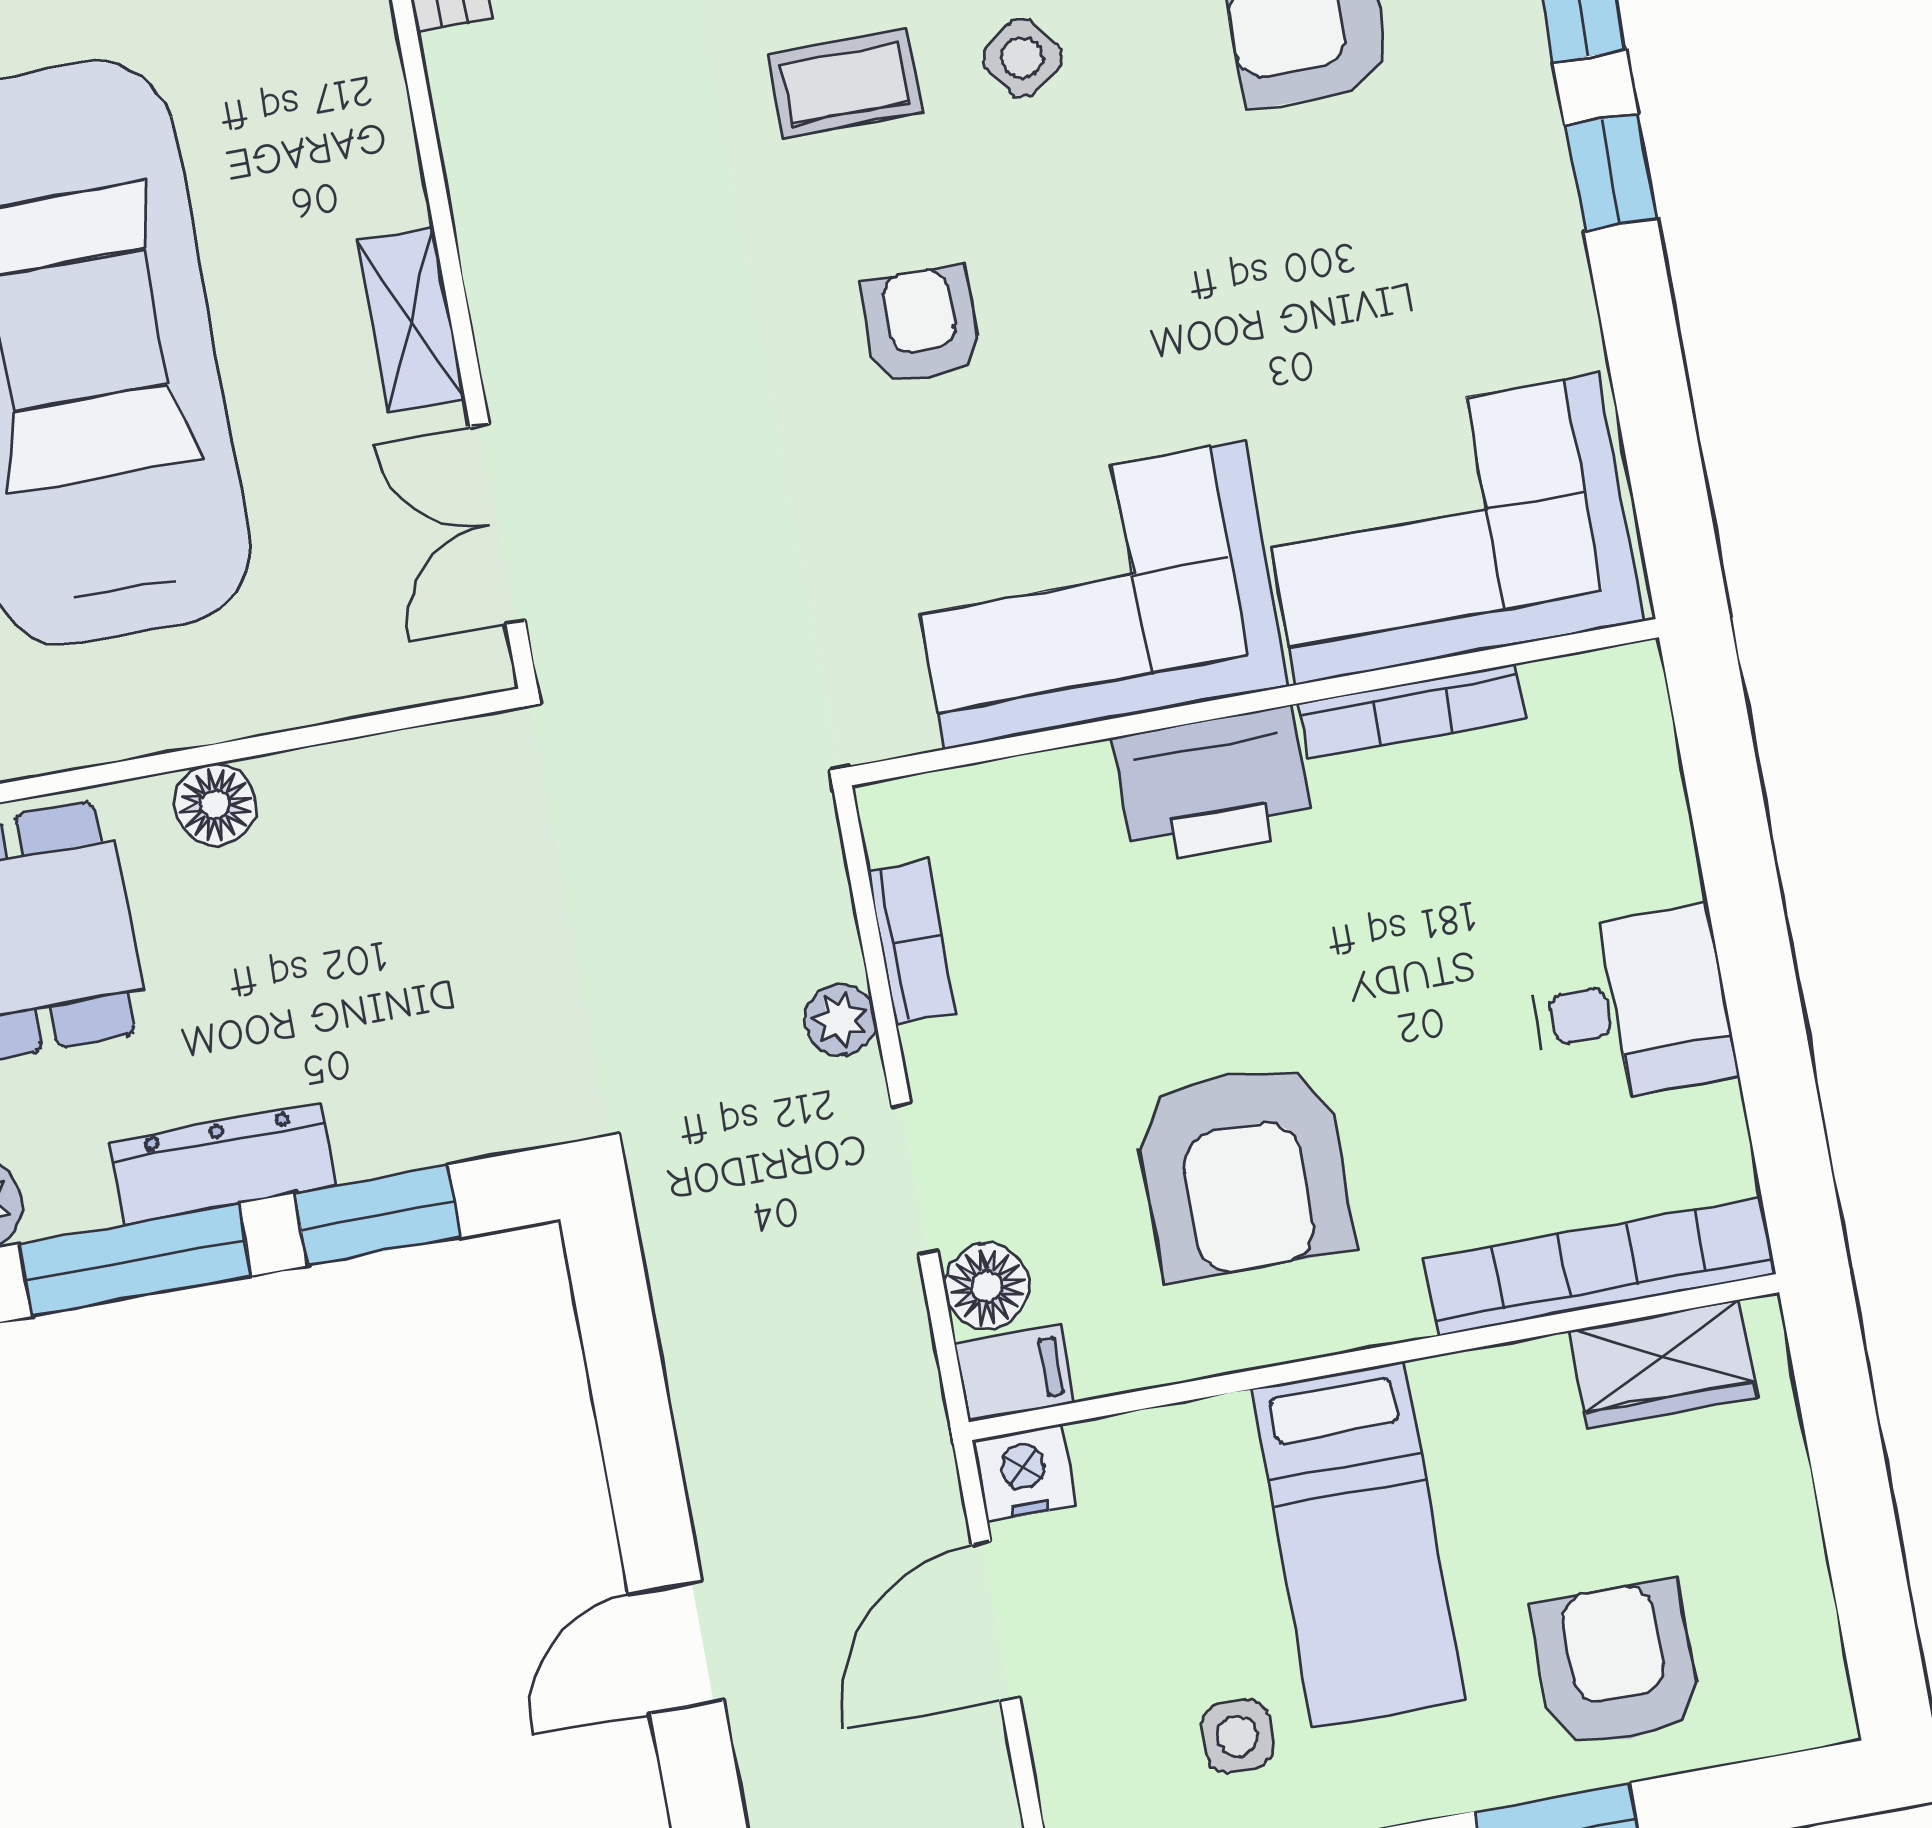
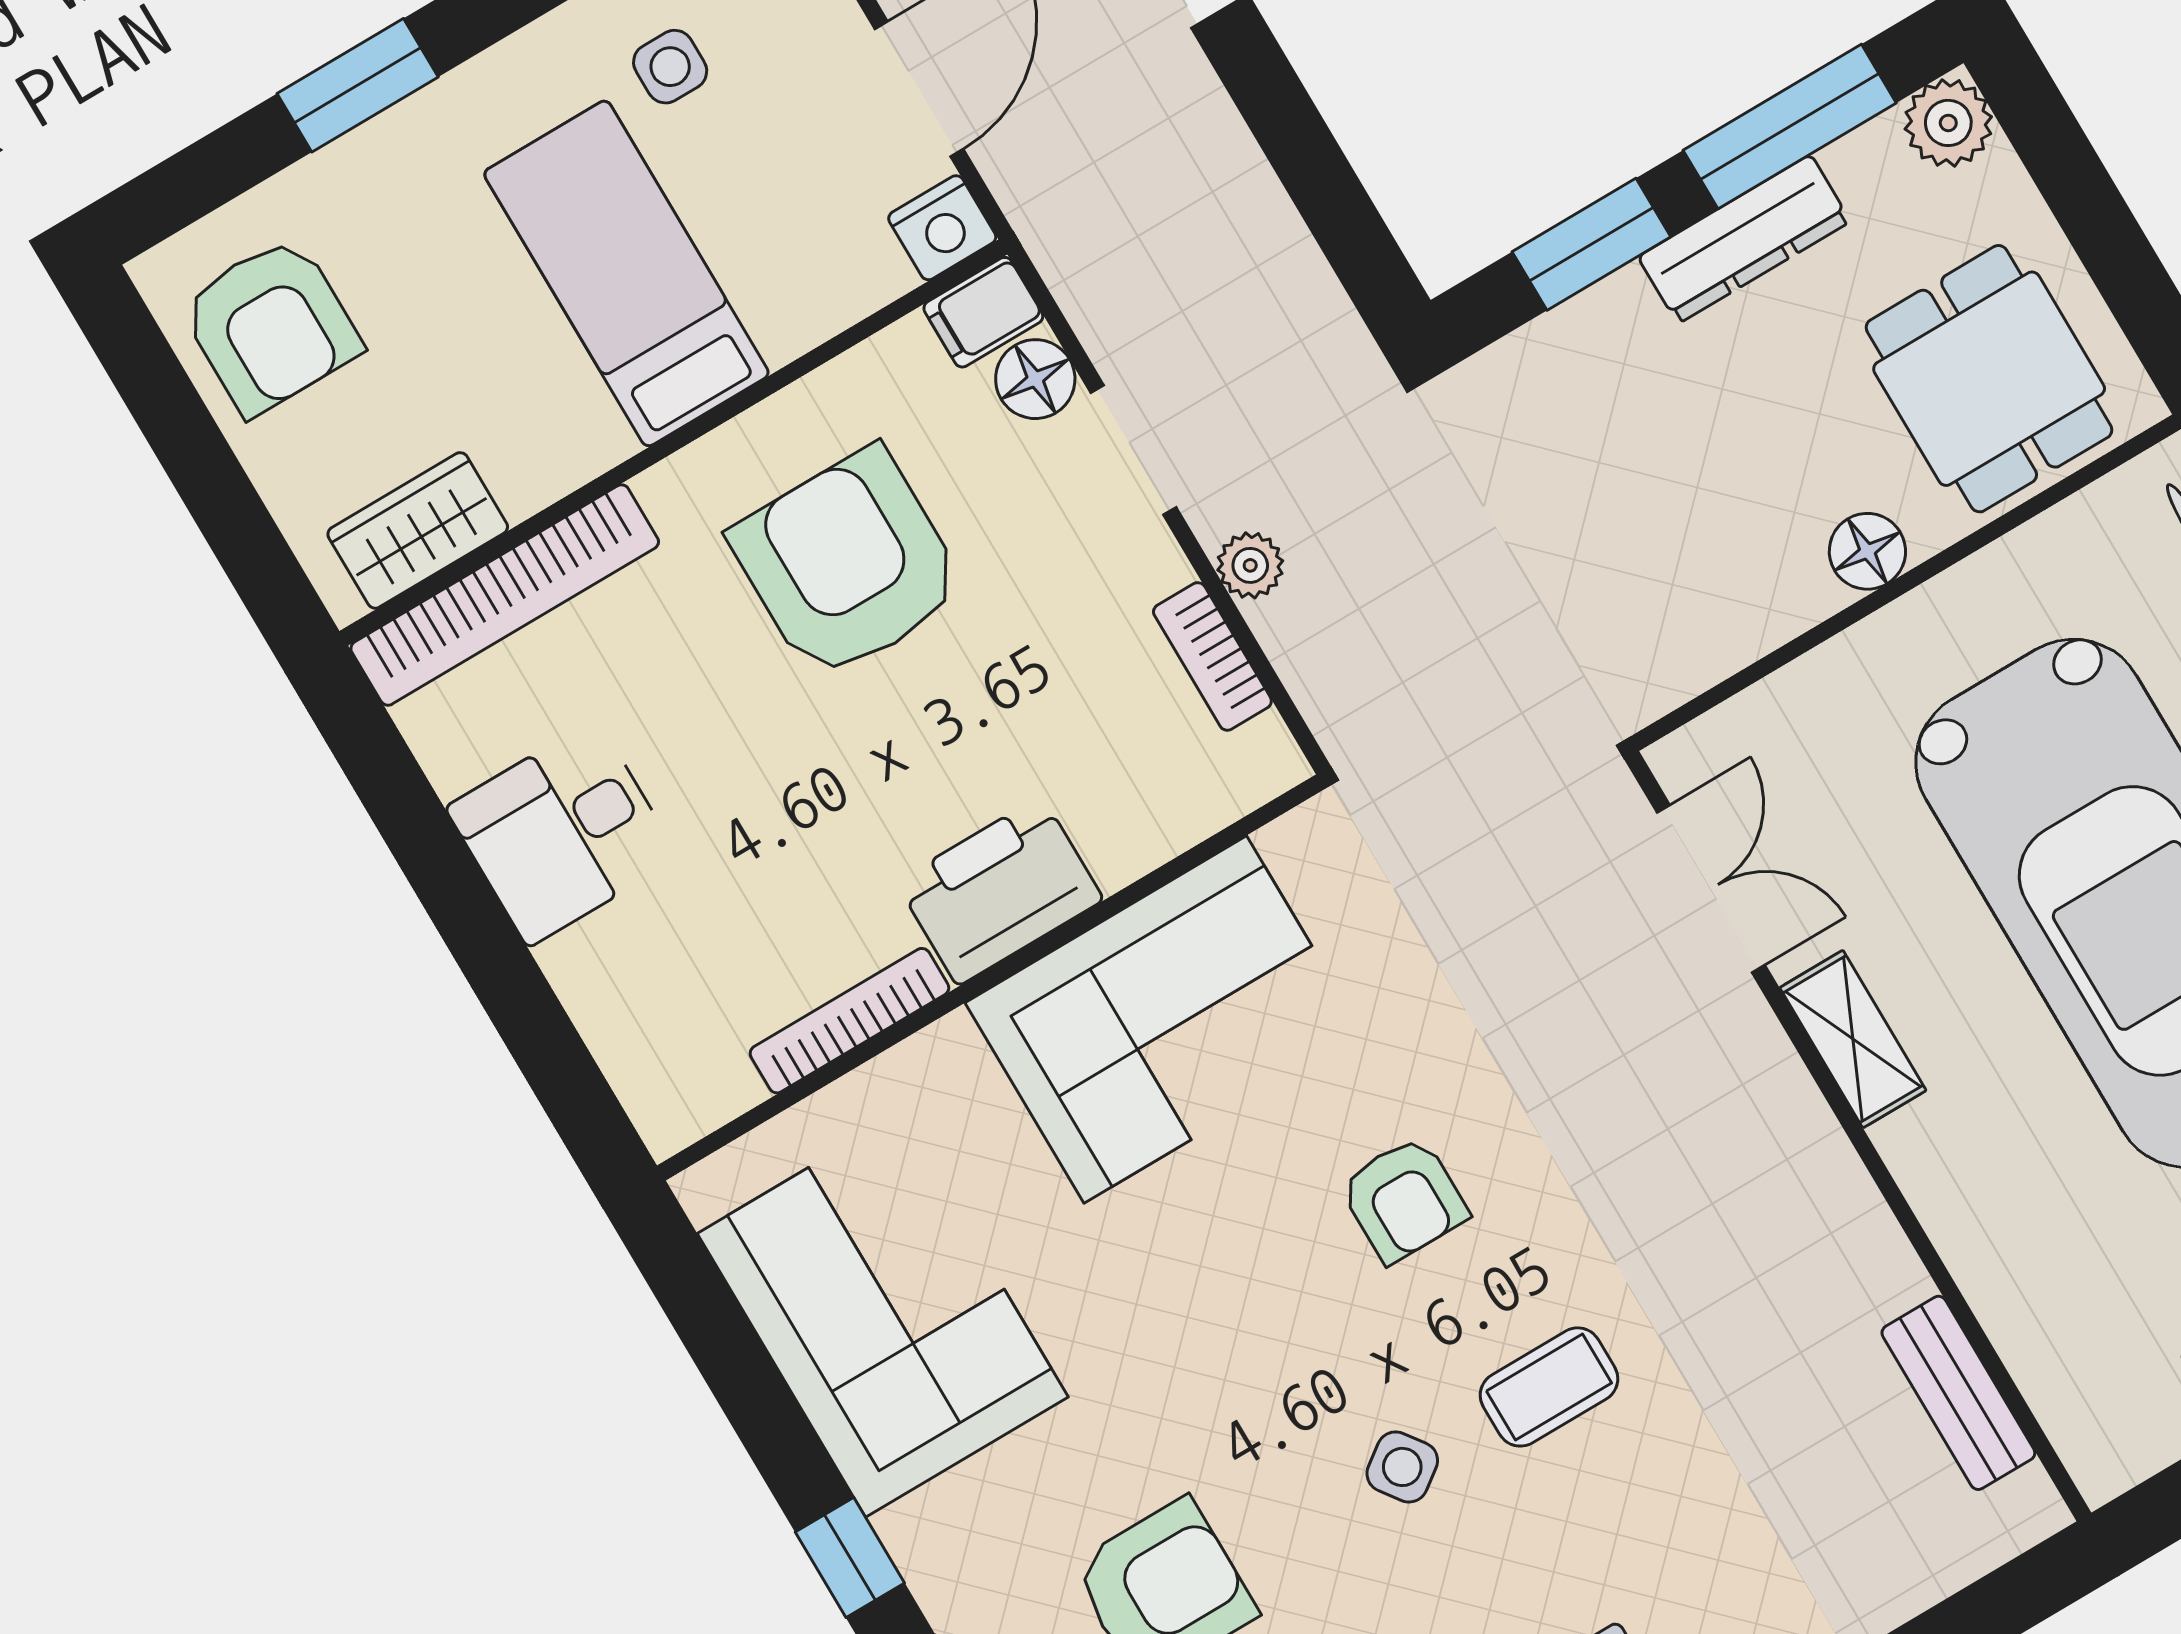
corner sofa: (1447, 529) -> (883, 1315), moved, turned -90
armchair: (1617, 1665) -> (271, 326), moved

